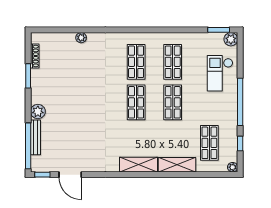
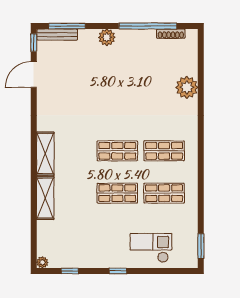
plant: (81, 38) -> (187, 87), width x1.88, depth x1.88
plant: (231, 39) -> (190, 260), removed
window: (28, 76) -> (148, 26), width x2.11
window: (240, 102) -> (118, 271), width x0.32
bench: (35, 137) -> (57, 35), moved
shop shelf: (209, 143) -> (71, 235), removed
window: (28, 146) -> (67, 26), width x0.68

